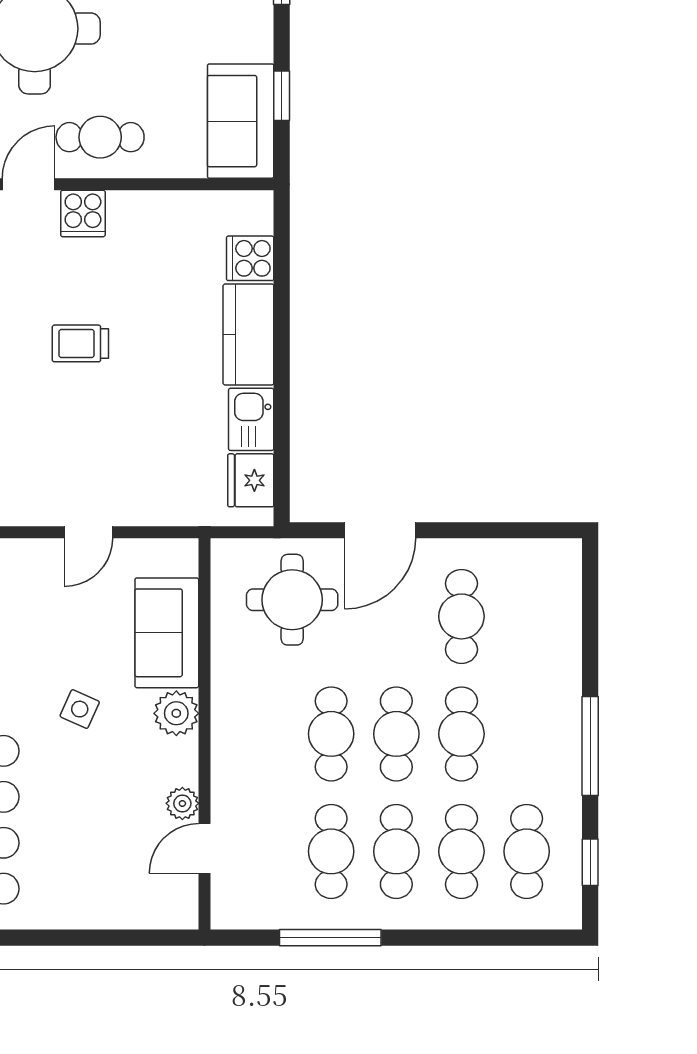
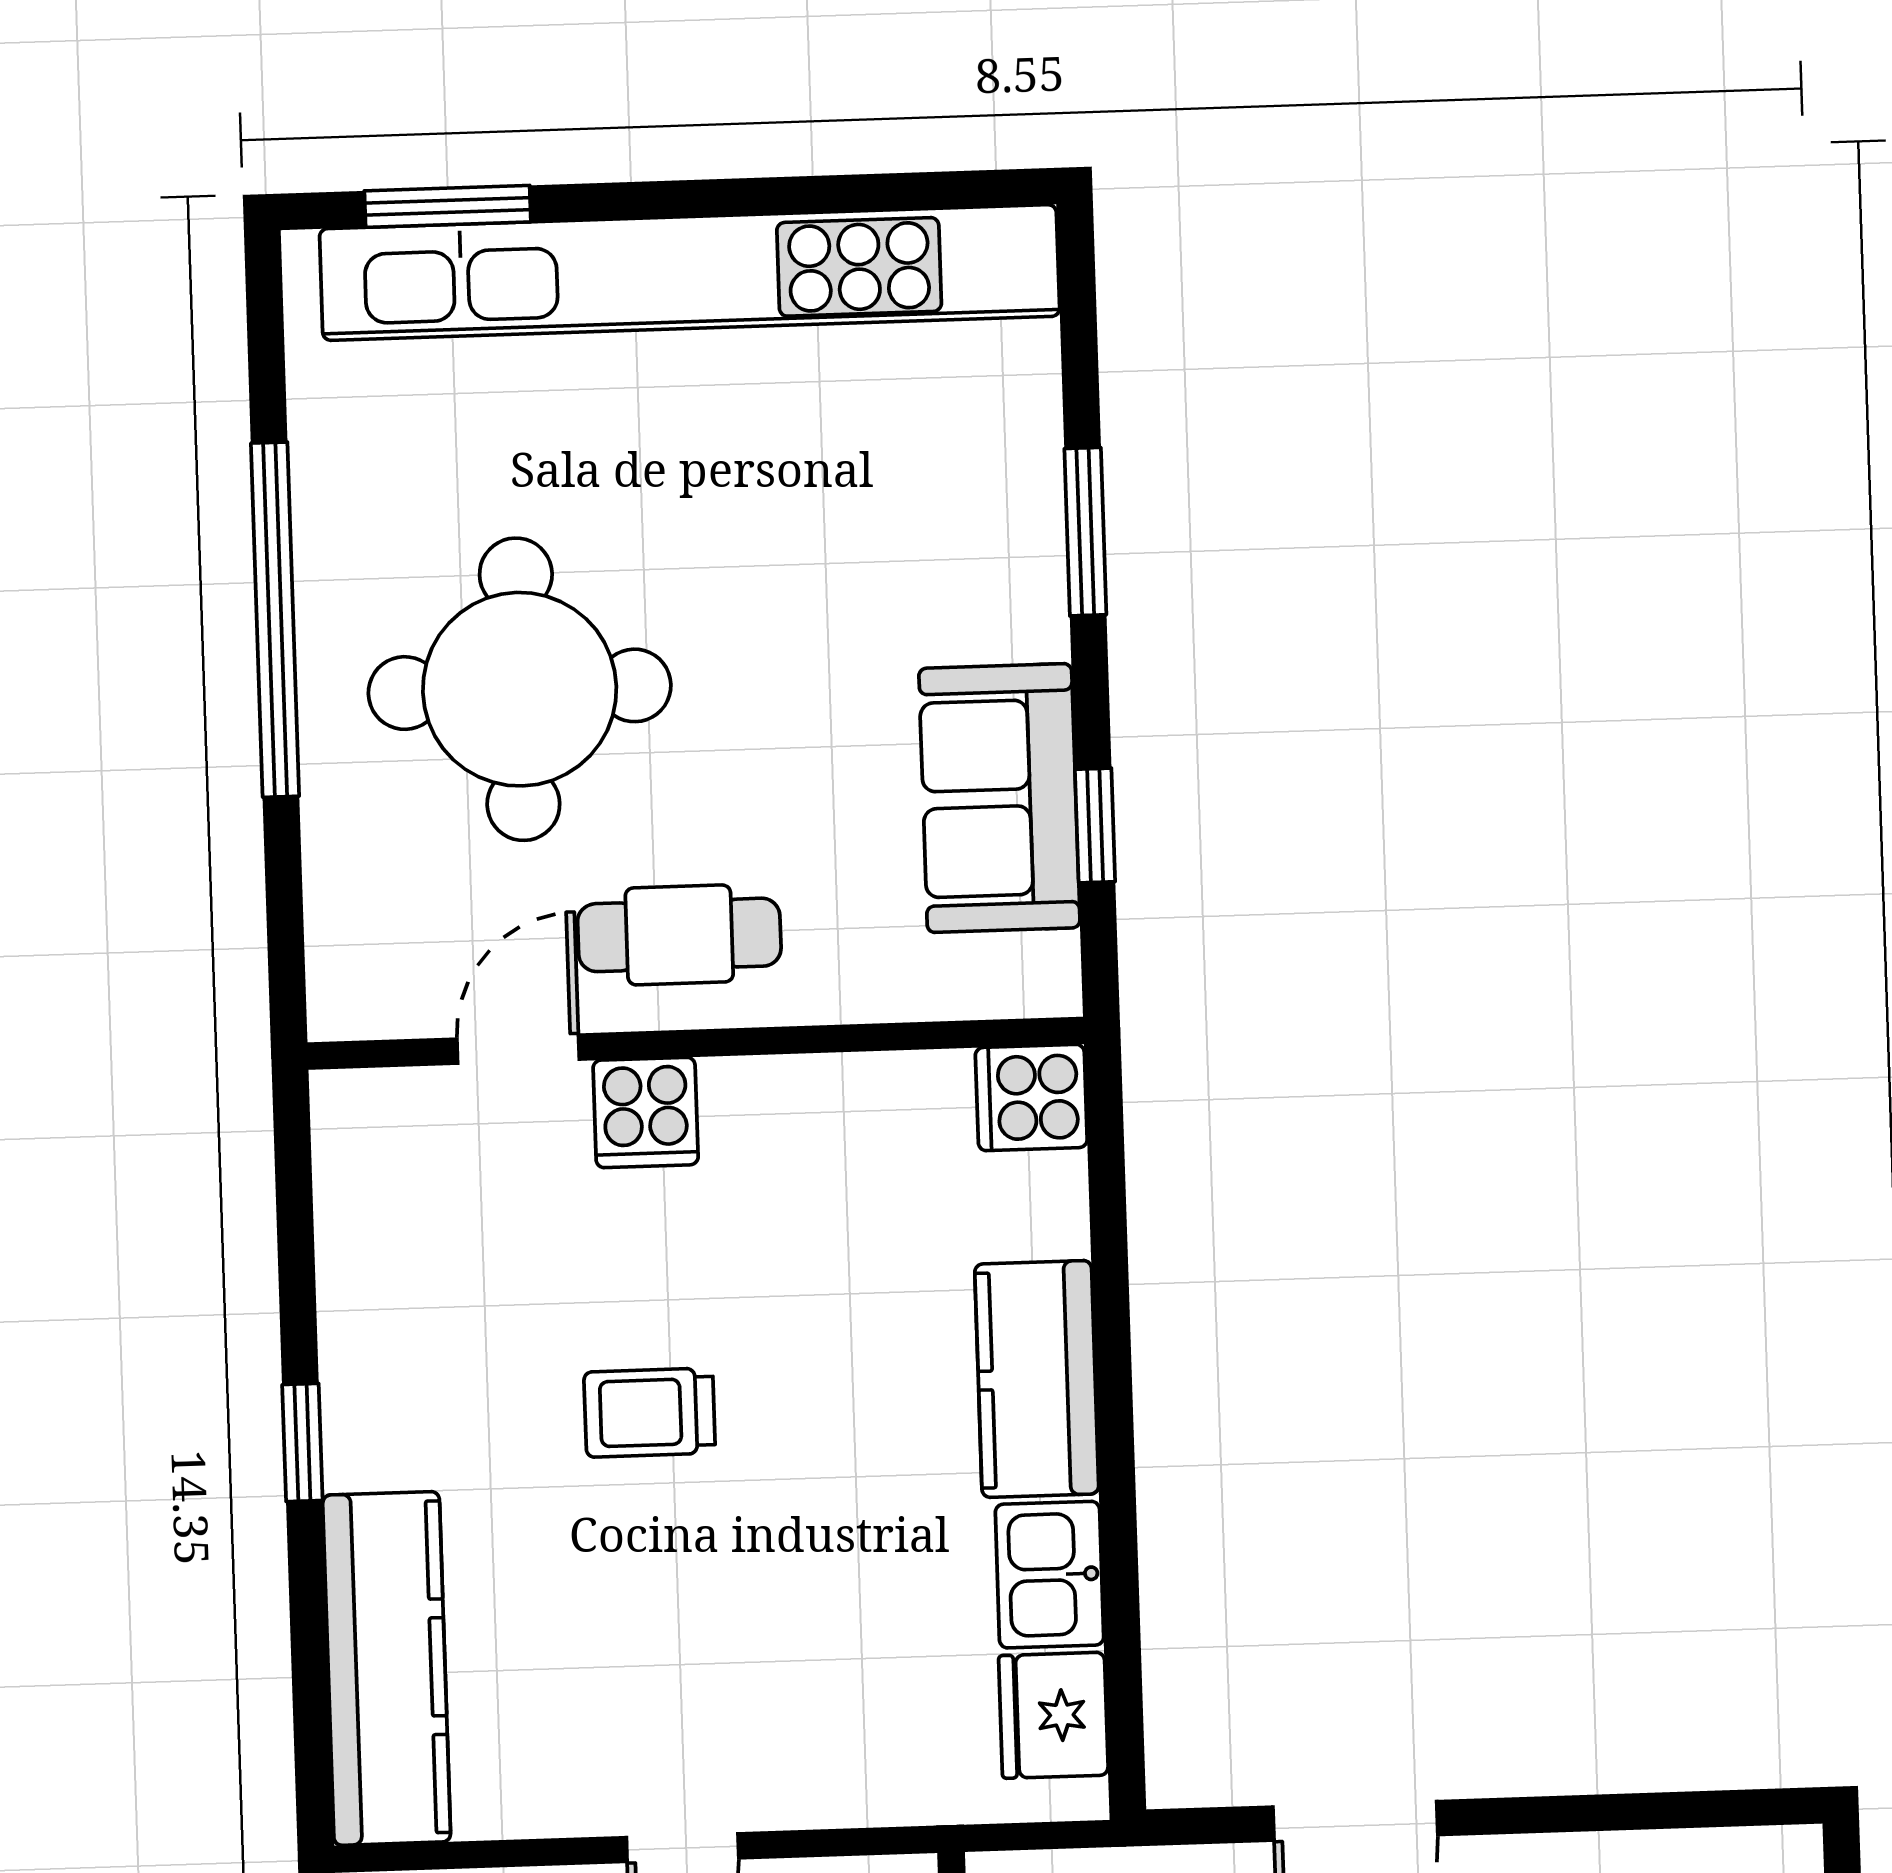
sofa: (241, 121) -> (999, 798), moved
cooker: (250, 258) -> (1031, 1098), moved

